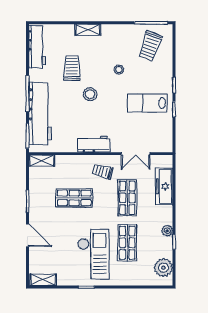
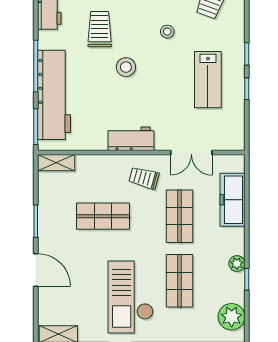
lab bench: (147, 103) -> (208, 80), turned -90
checkout: (93, 254) -> (131, 297), turned 180

